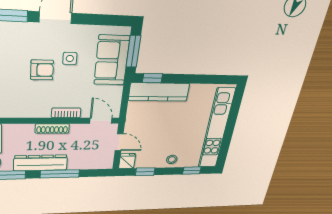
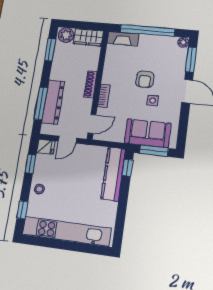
dresser: (41, 163) -> (53, 102), moved
window: (60, 174) -> (41, 103), moved

